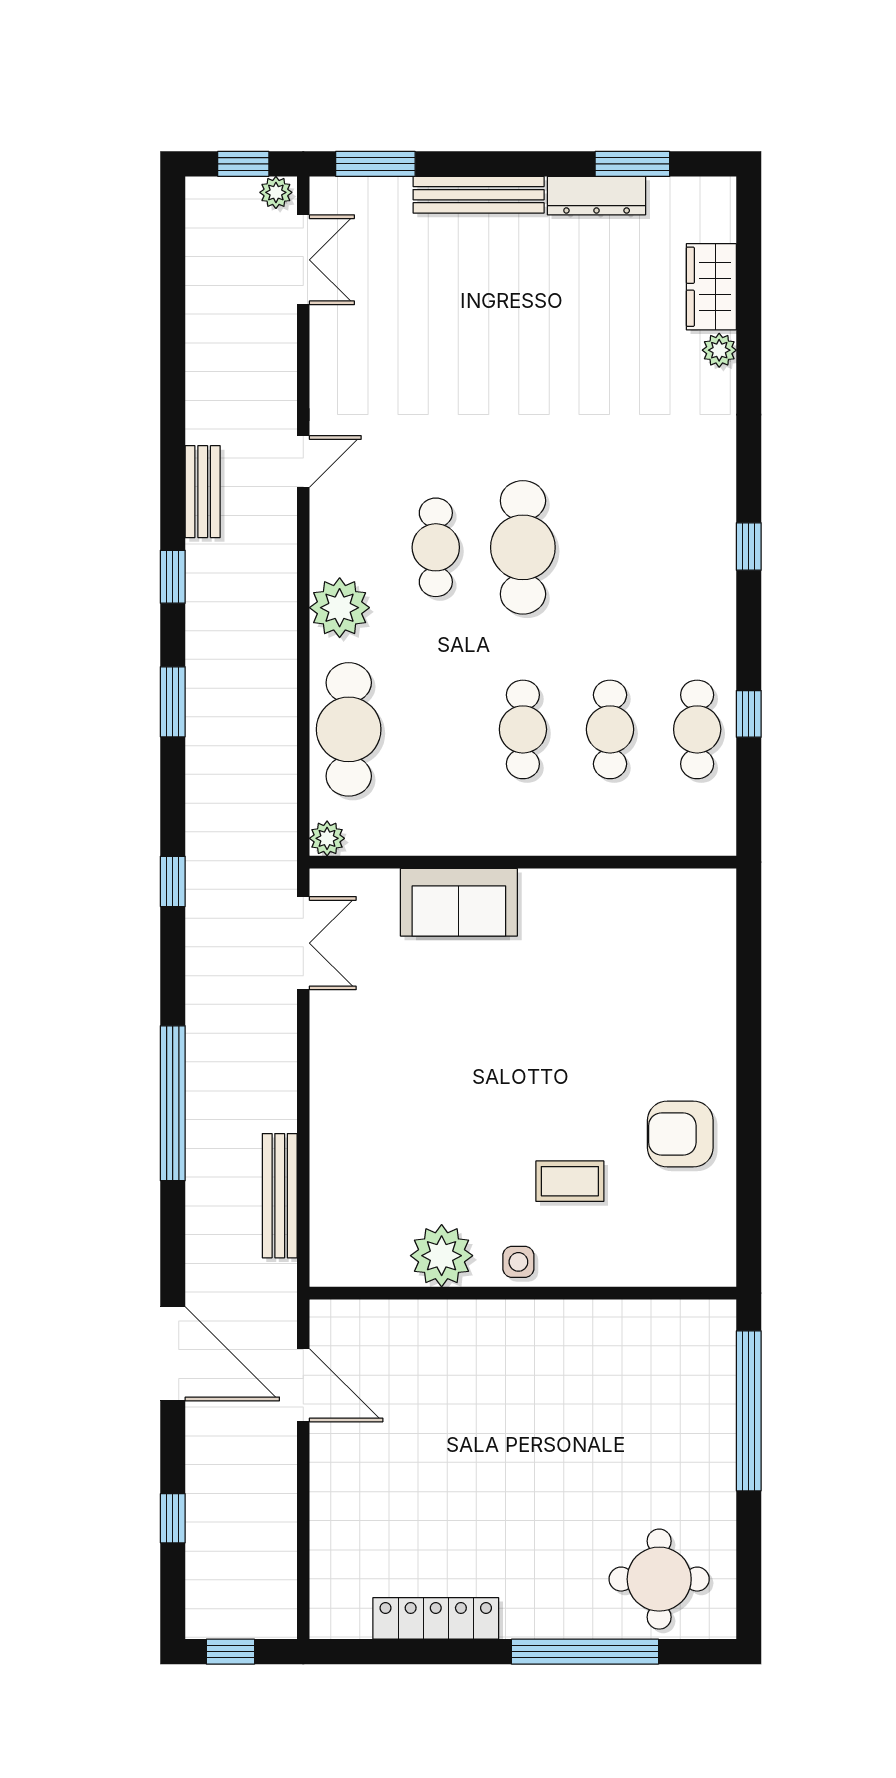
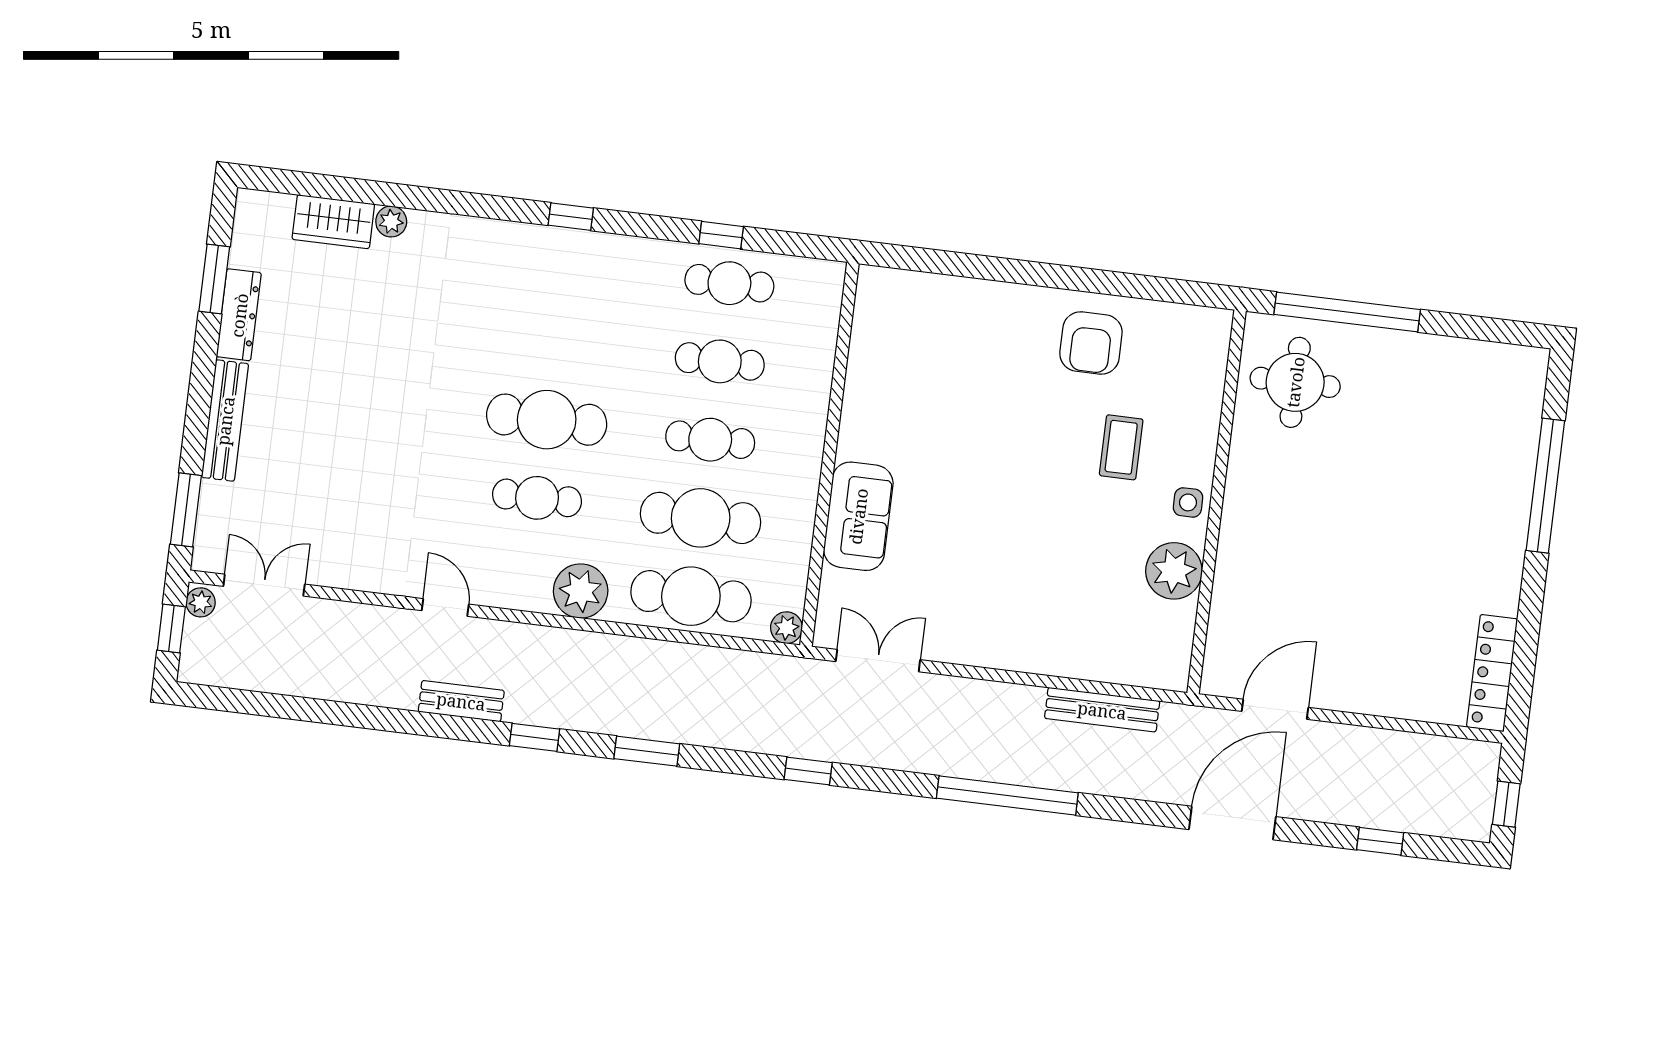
cafe table: (436, 729) -> (701, 518), added
round table: (659, 1579) -> (1295, 382), moved
locker: (436, 1618) -> (1492, 673), moved

